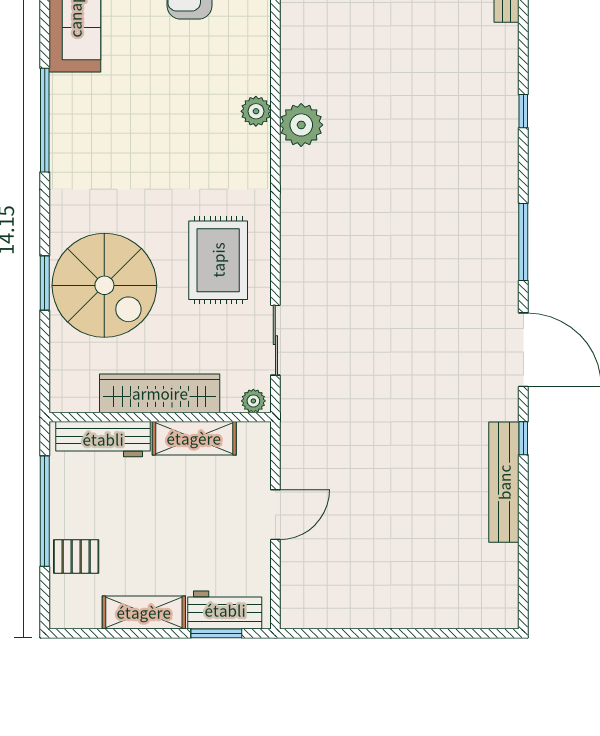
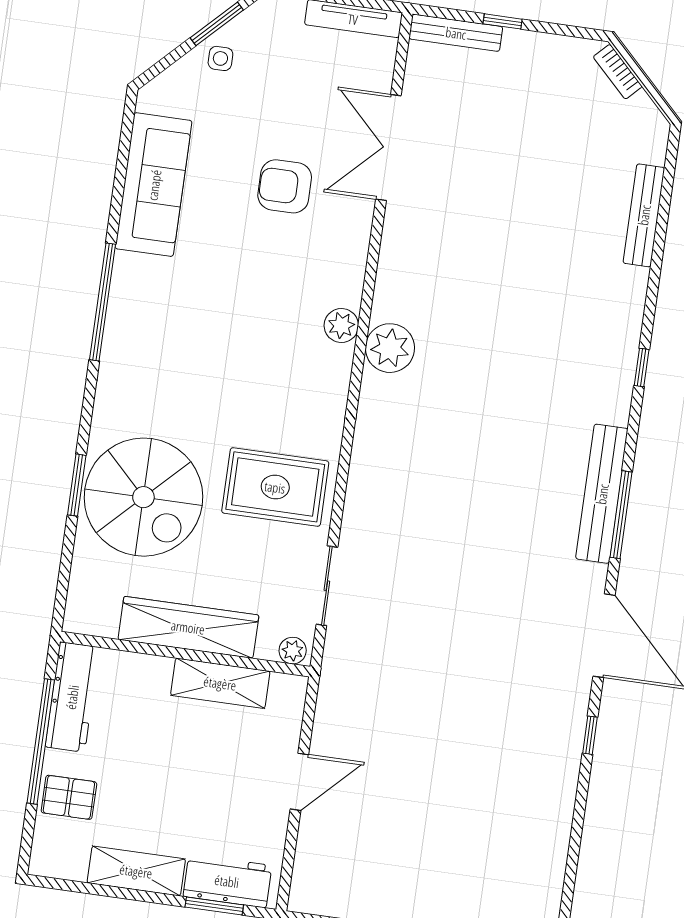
rug: (218, 260) -> (275, 487), turned 90
workbench: (103, 439) -> (72, 697), moved, turned -90
bench: (504, 482) -> (602, 494), moved

